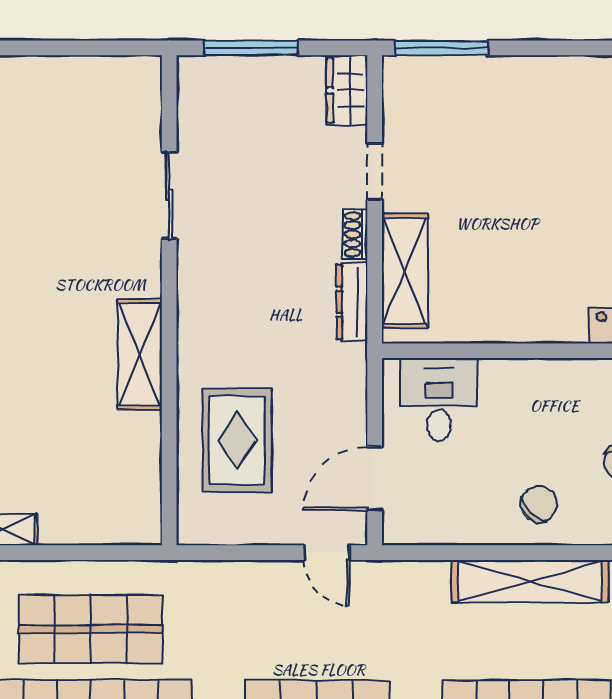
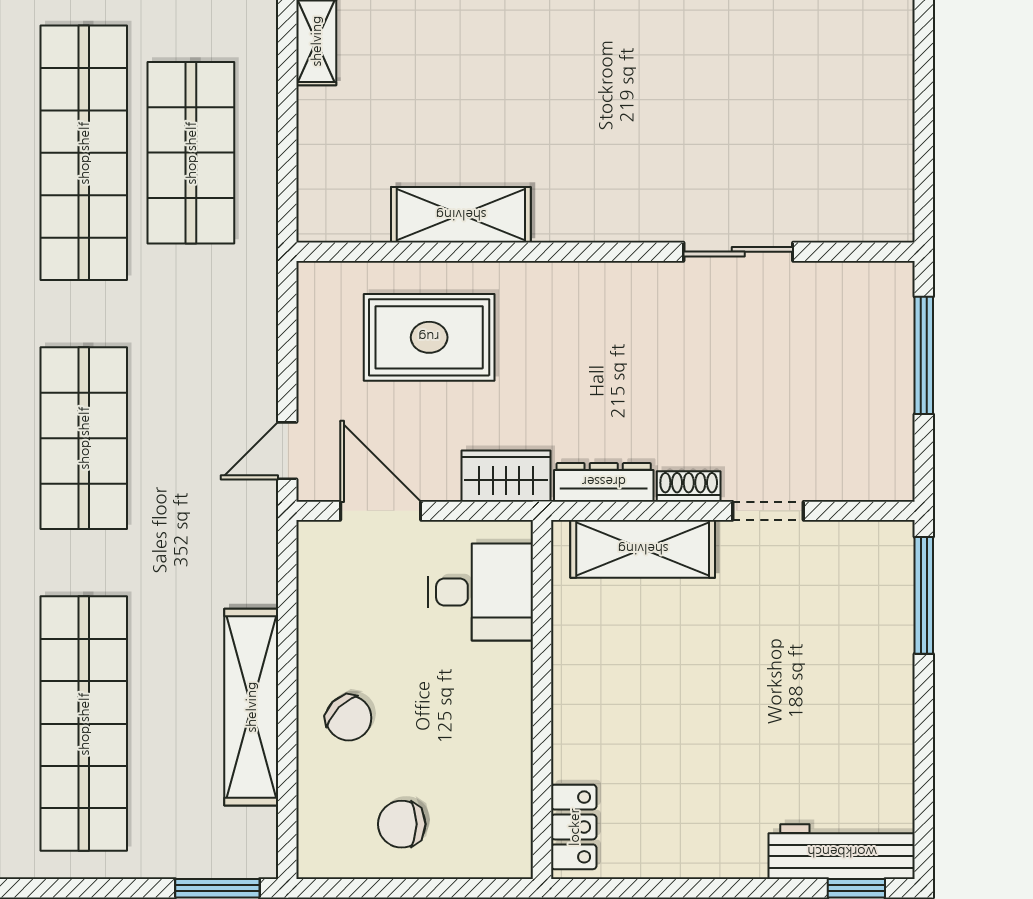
wardrobe: (347, 90) -> (506, 476), moved
shelving: (140, 354) -> (461, 215), moved

